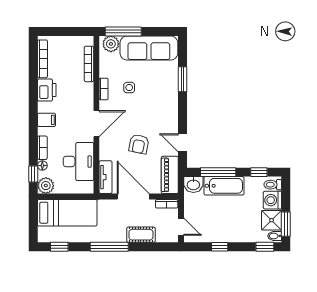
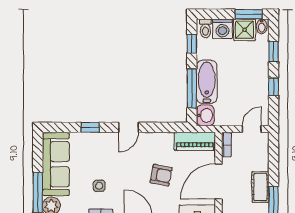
window: (182, 79) -> (90, 127), width x0.67
door: (182, 143) -> (129, 127), moved
cot: (141, 235) -> (260, 187), moved
window: (265, 247) -> (274, 52), moved

